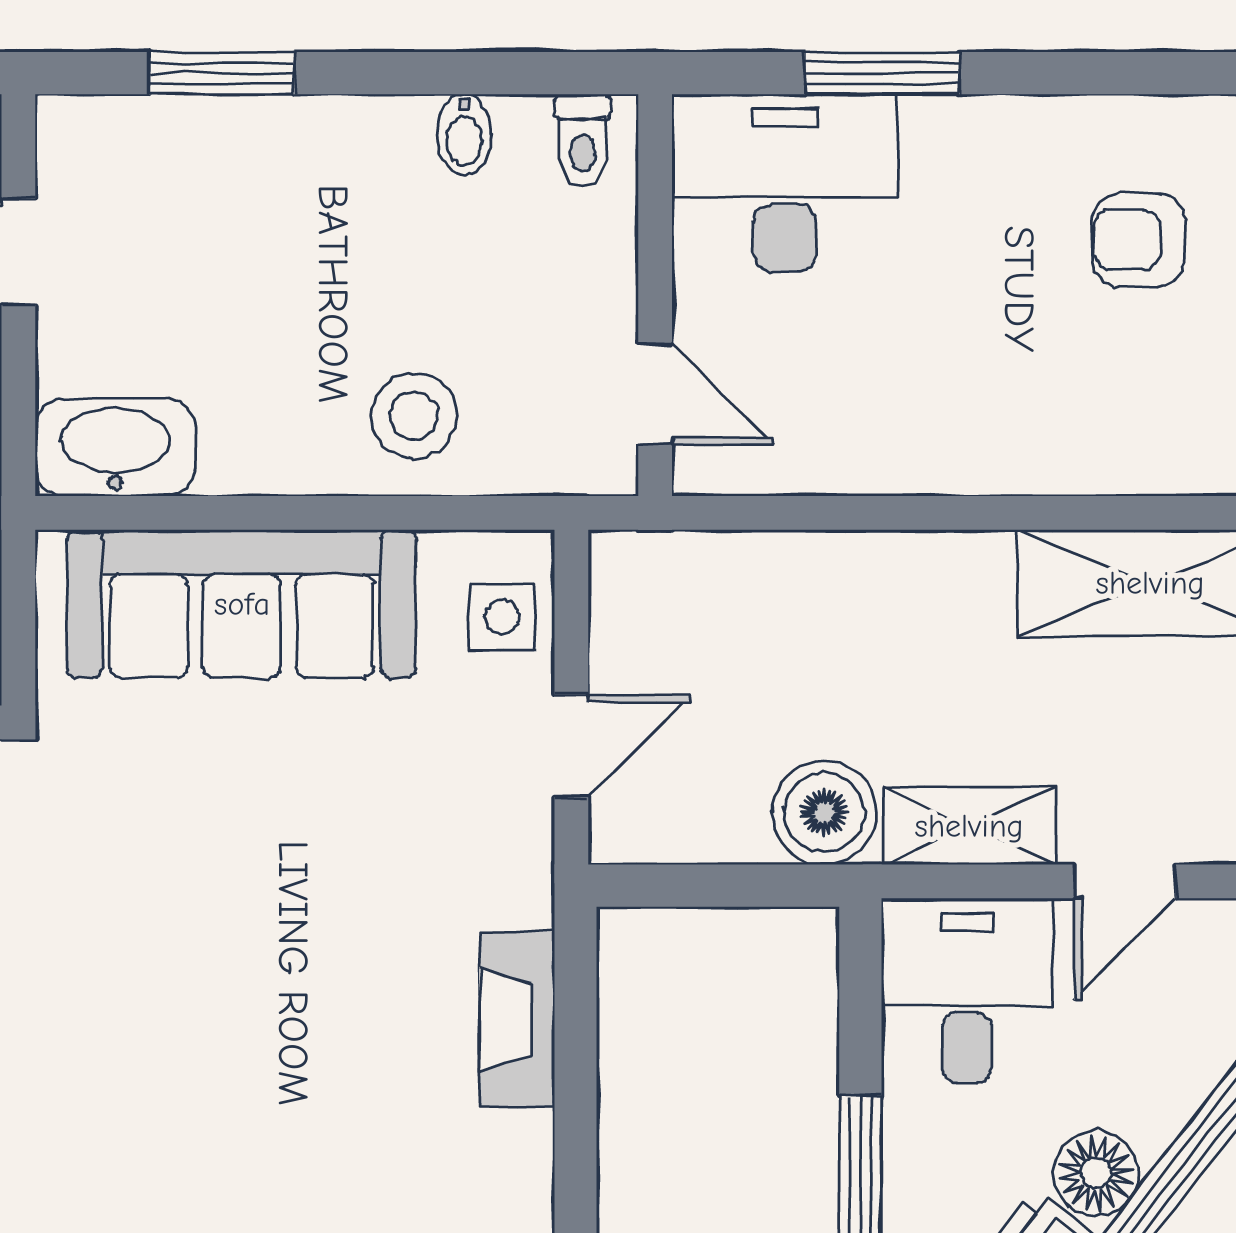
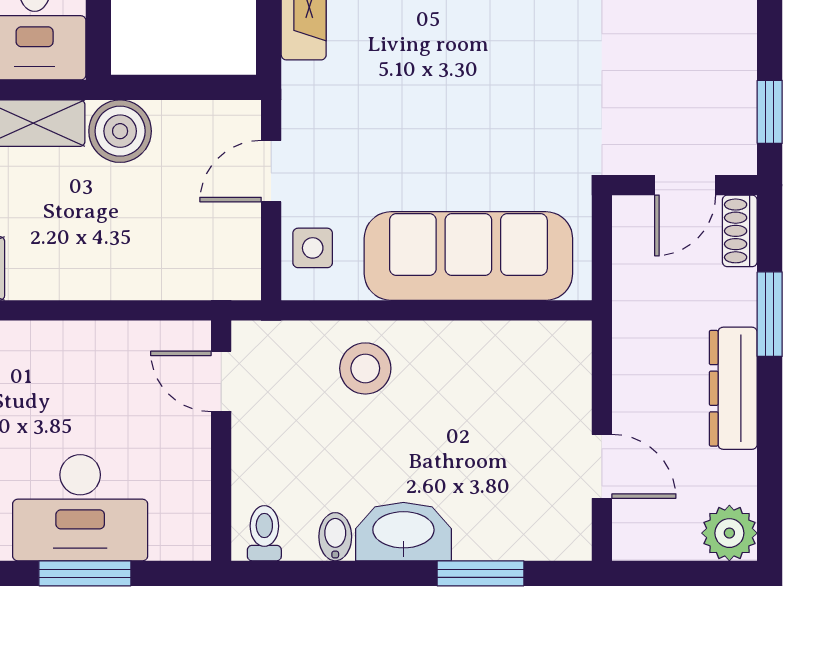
desk: (785, 183) -> (80, 508), moved
washbasin: (115, 447) -> (403, 532), moved, turned 180

